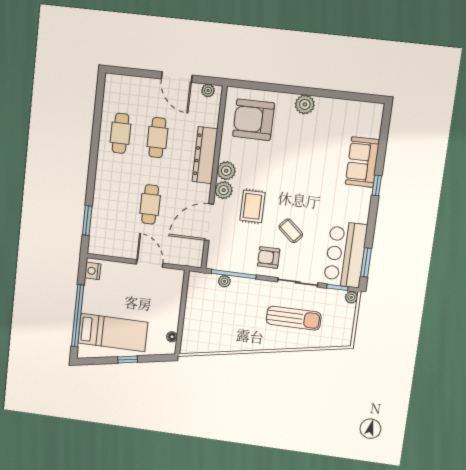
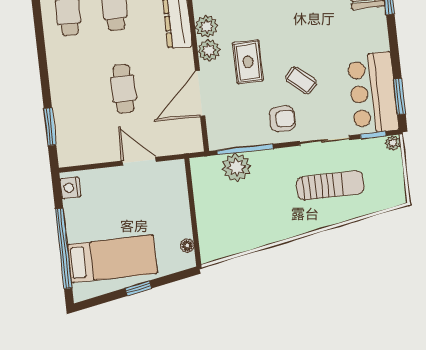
armchair: (269, 257) -> (282, 119), turned 180
plant: (224, 281) -> (236, 167), width x1.87, depth x1.87

